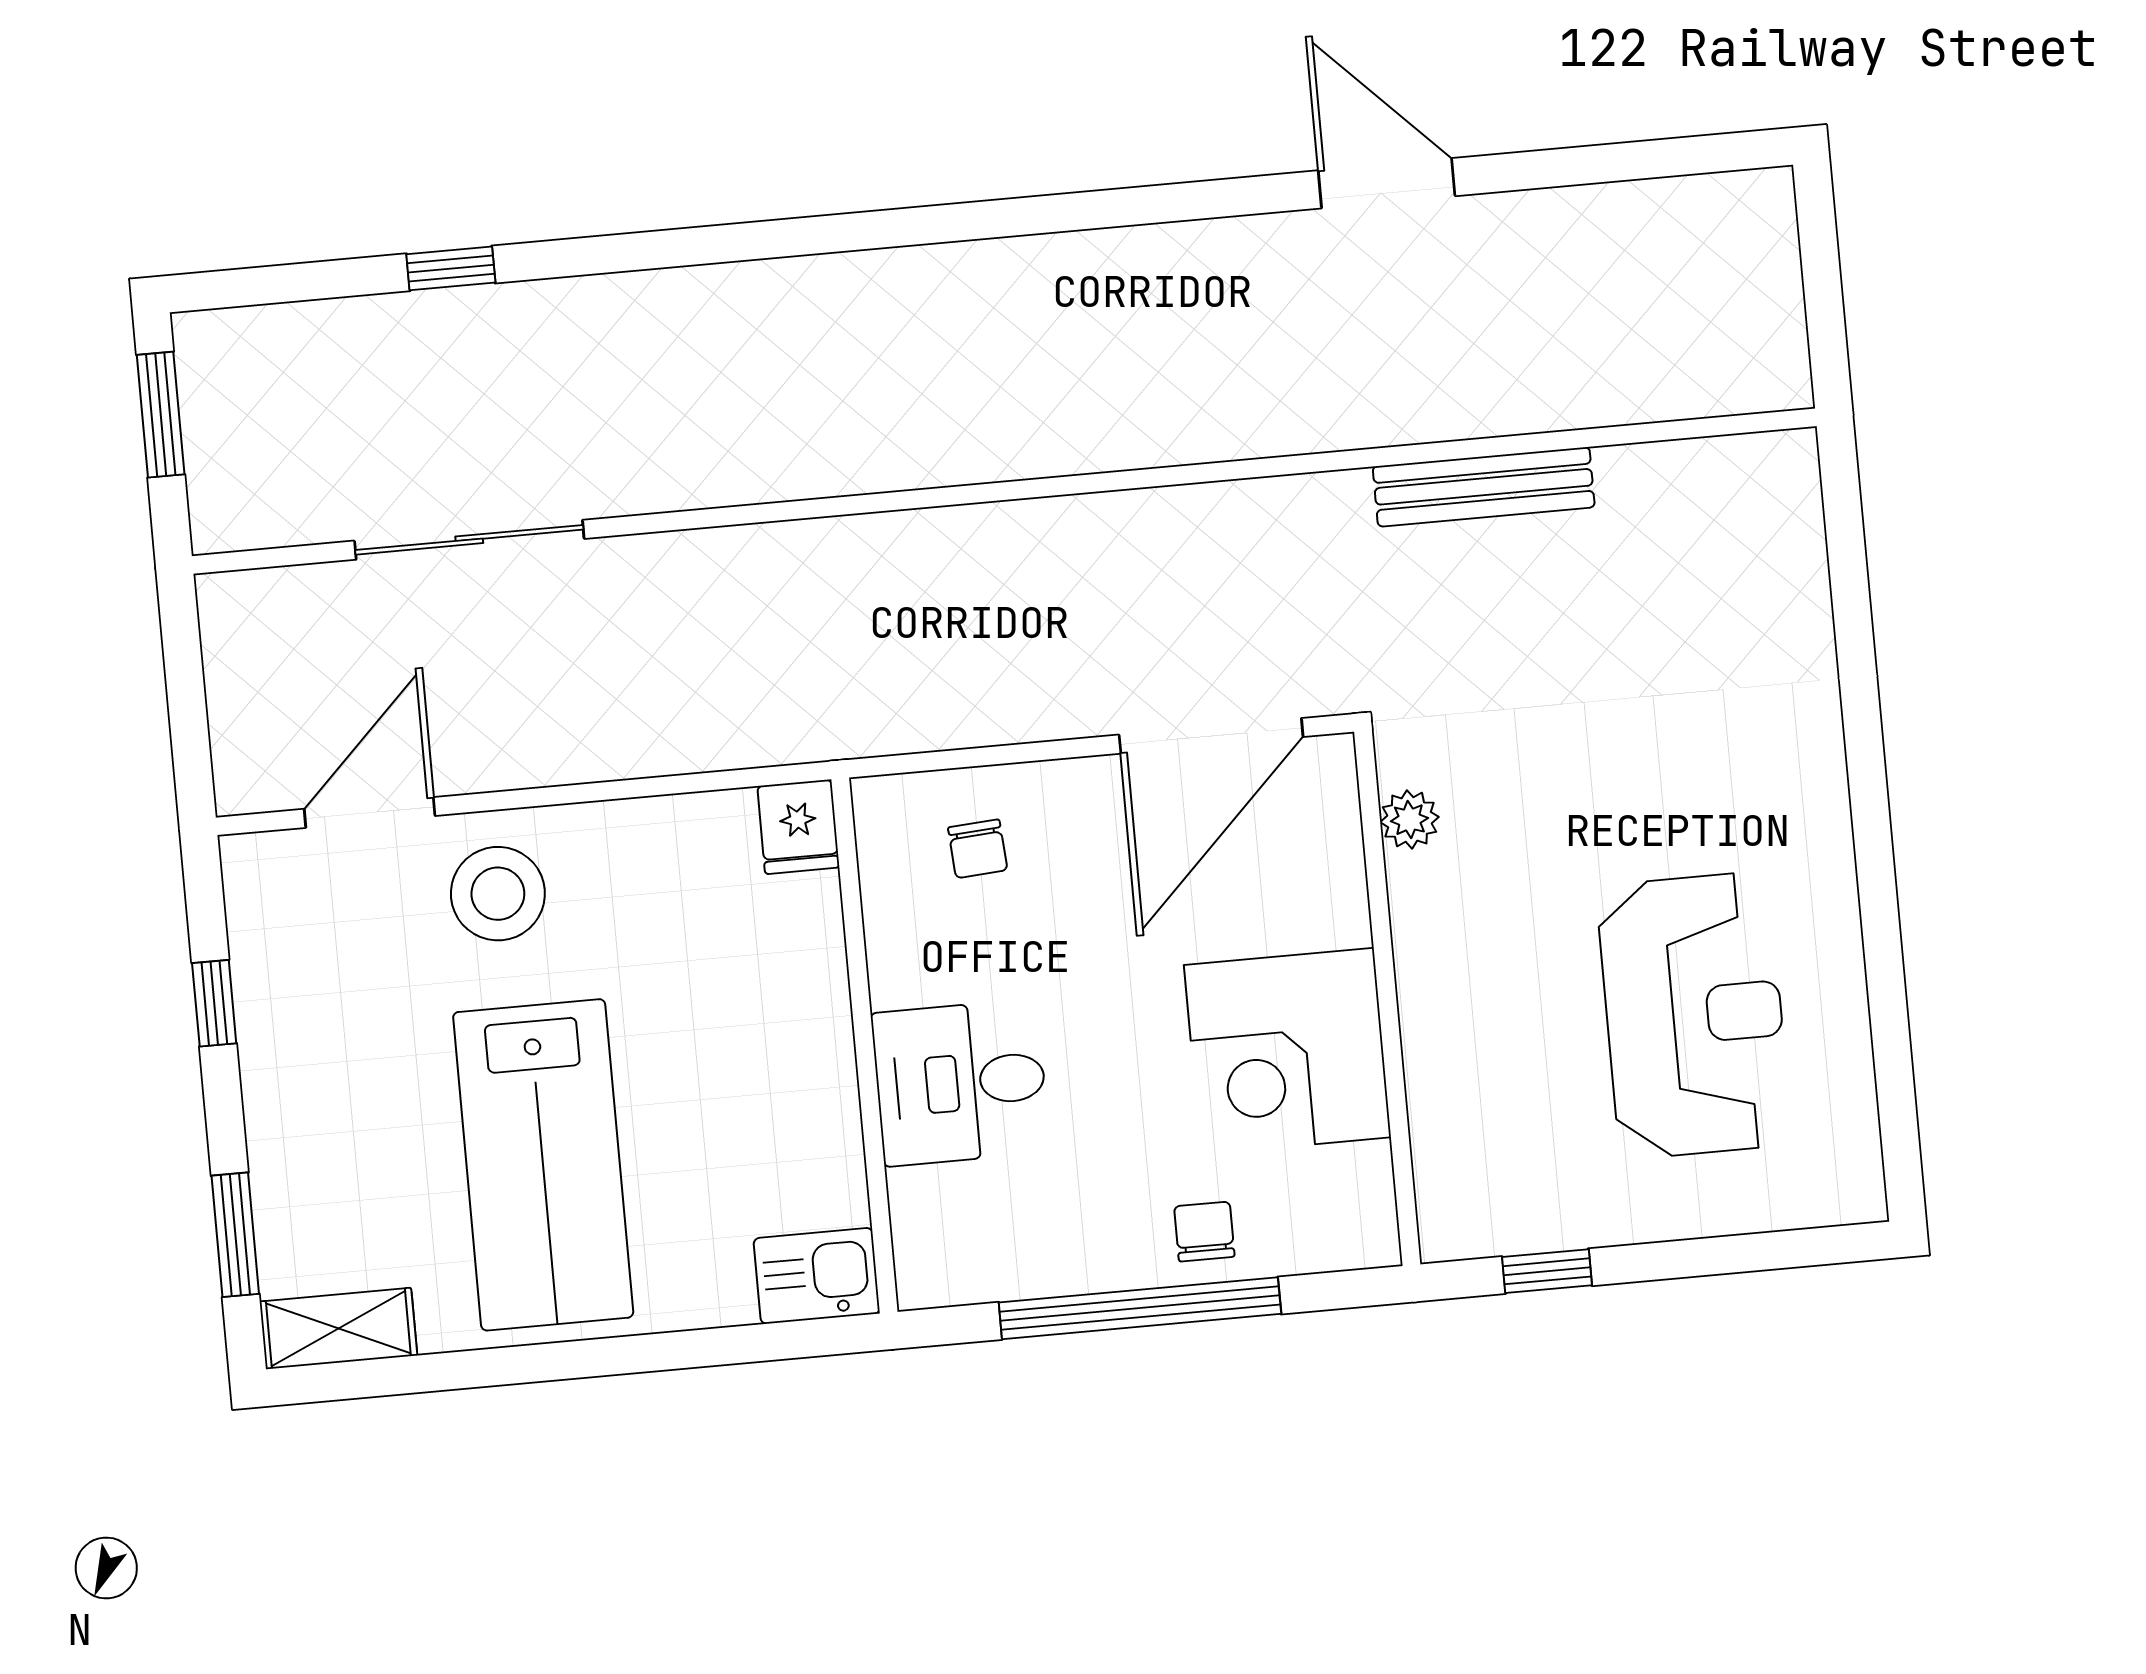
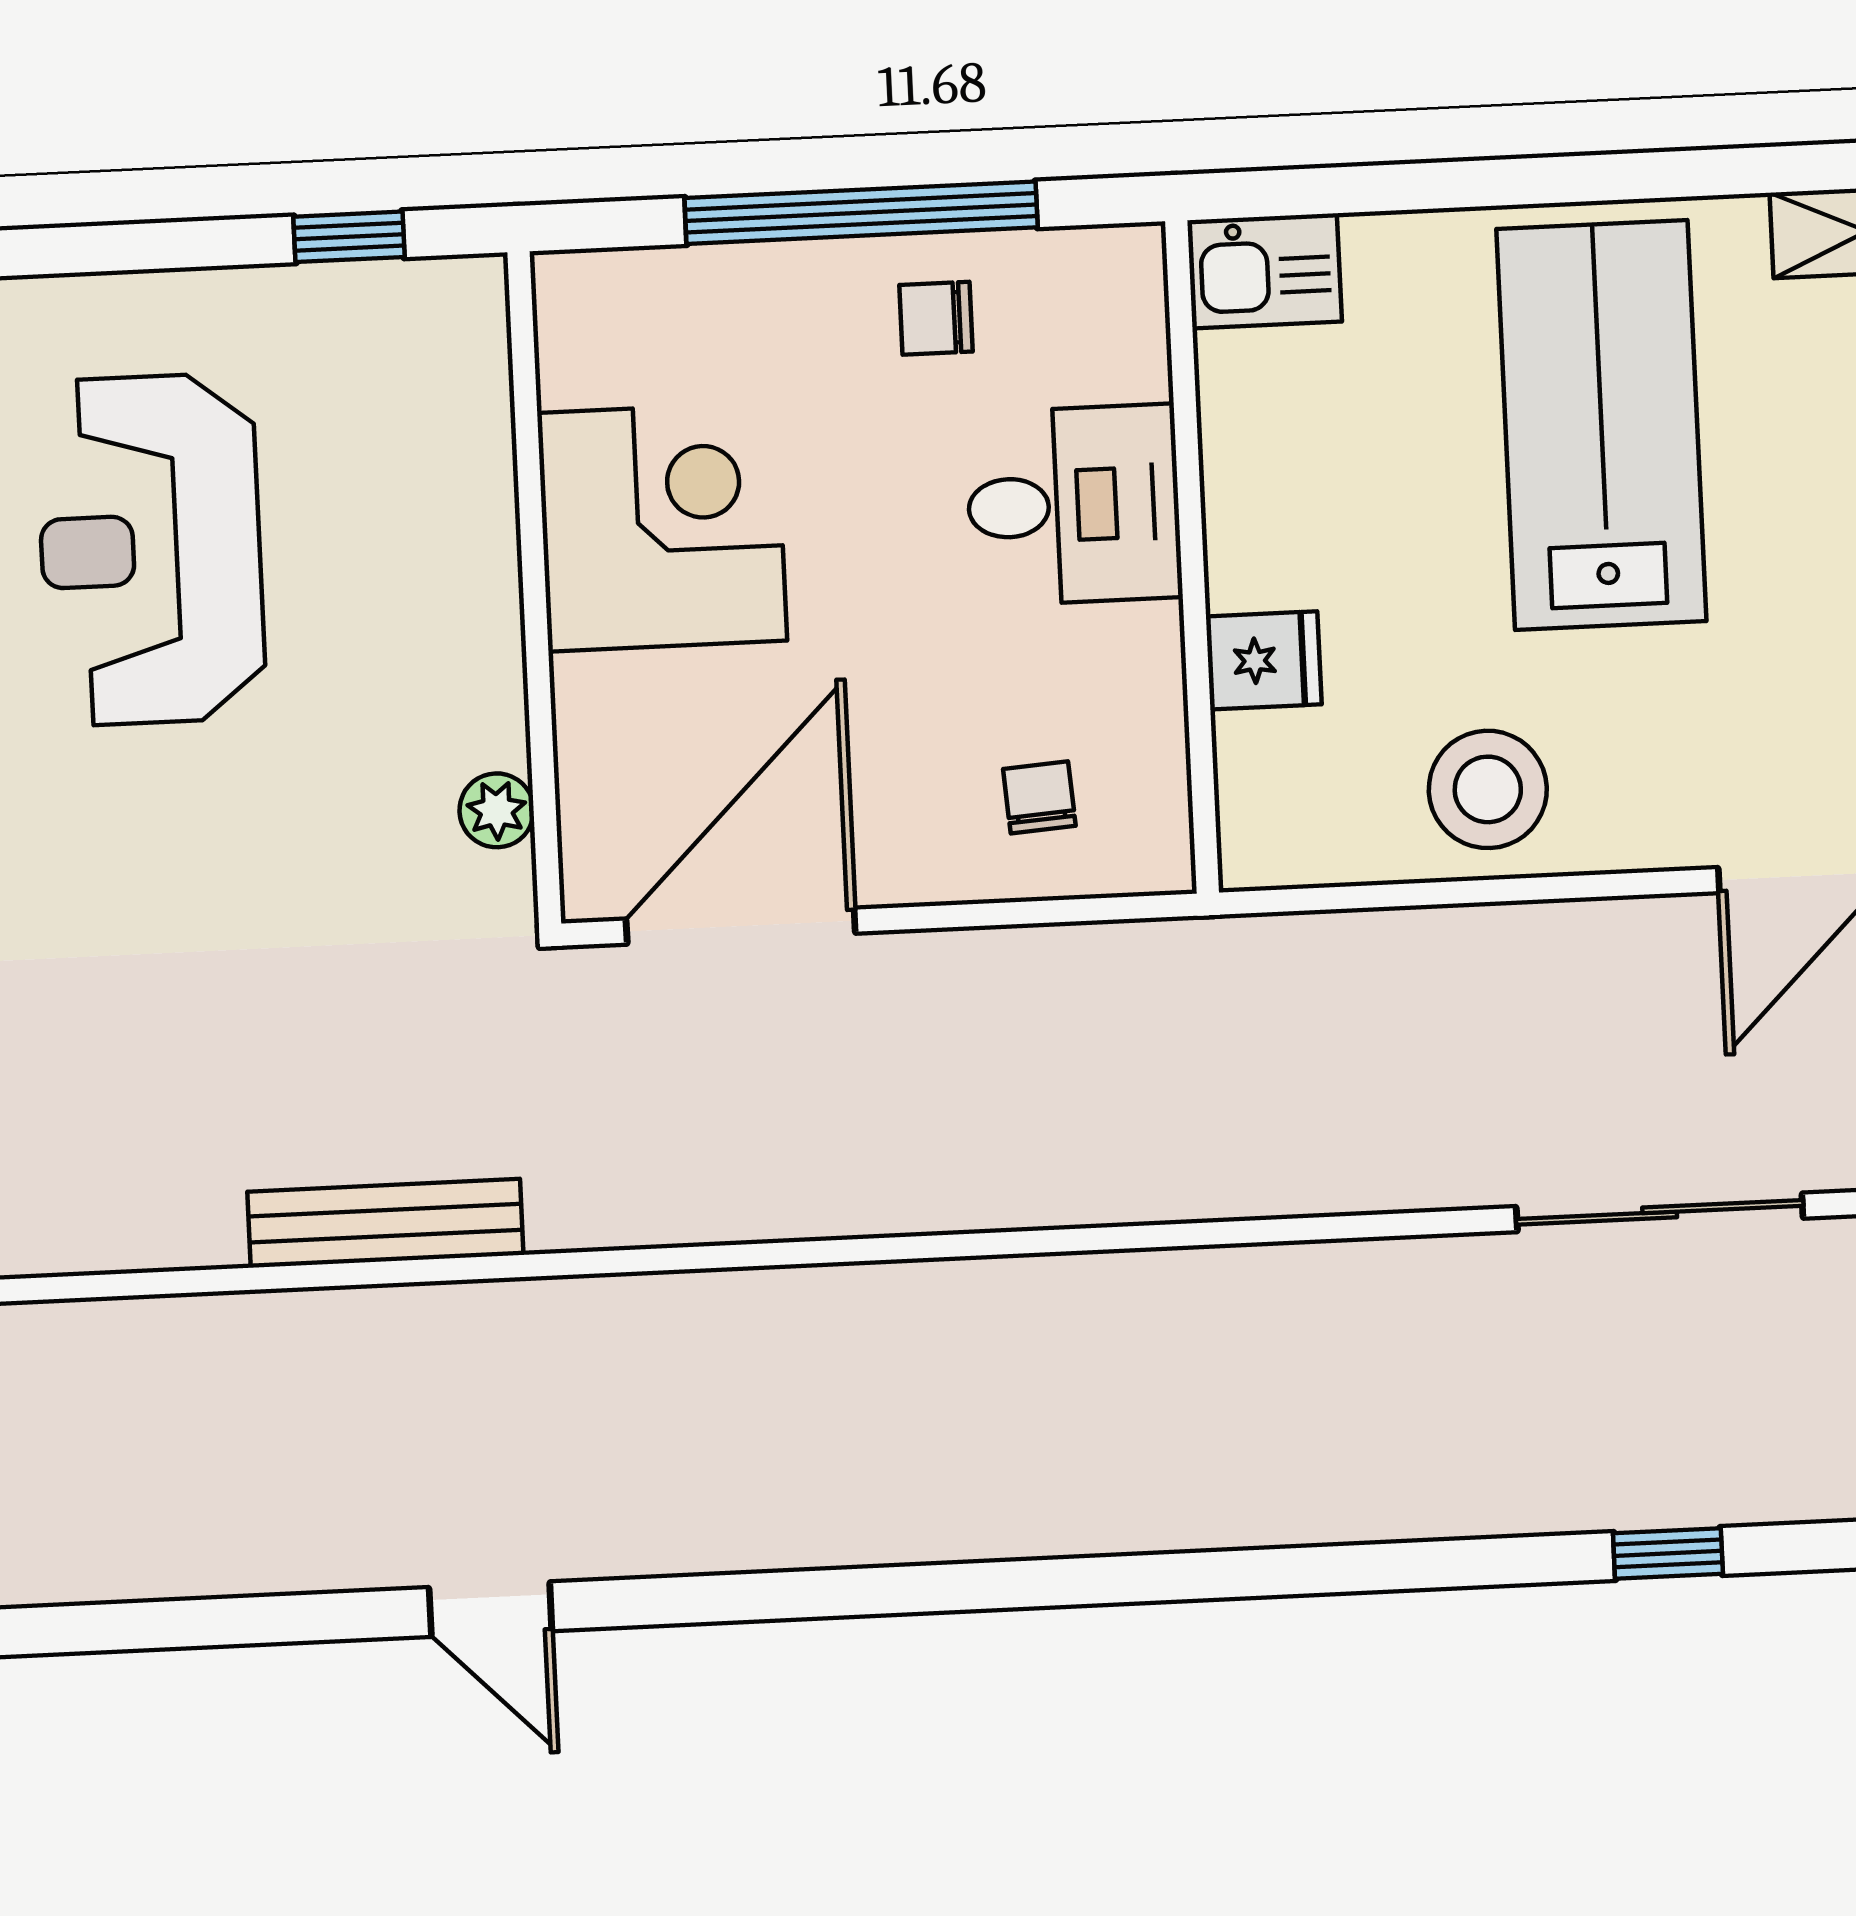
door: (1387, 183) -> (490, 1609), width x0.73
fridge: (798, 827) -> (1264, 660), moved, turned 90
stool: (498, 894) -> (1488, 789), moved
chair: (1204, 1232) -> (936, 318), moved, turned 90

